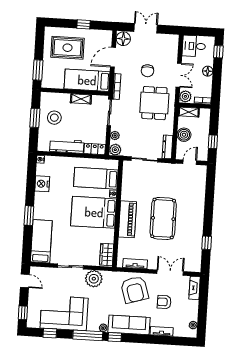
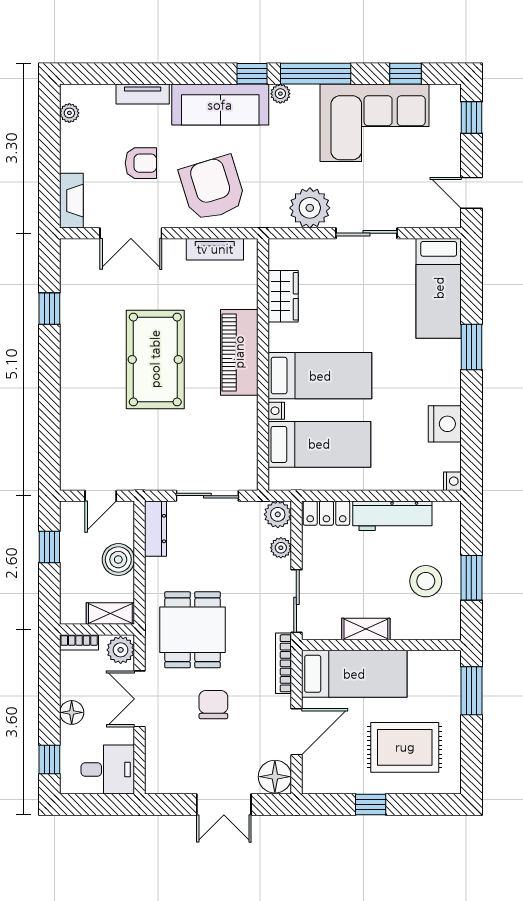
bed: (94, 212) -> (320, 376), width x0.67
wardrobe: (107, 254) -> (283, 296), moved

